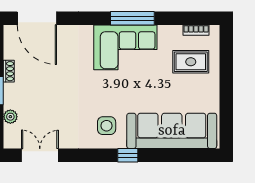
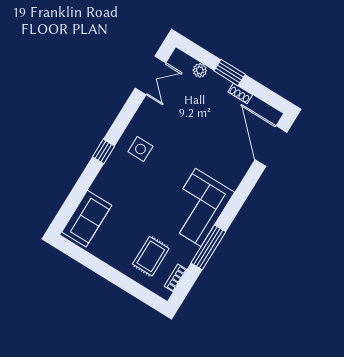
door: (37, 18) -> (271, 146), hinge flipped
window: (132, 18) -> (208, 247), moved
sofa: (172, 131) -> (87, 219), width x0.54, depth x0.79

